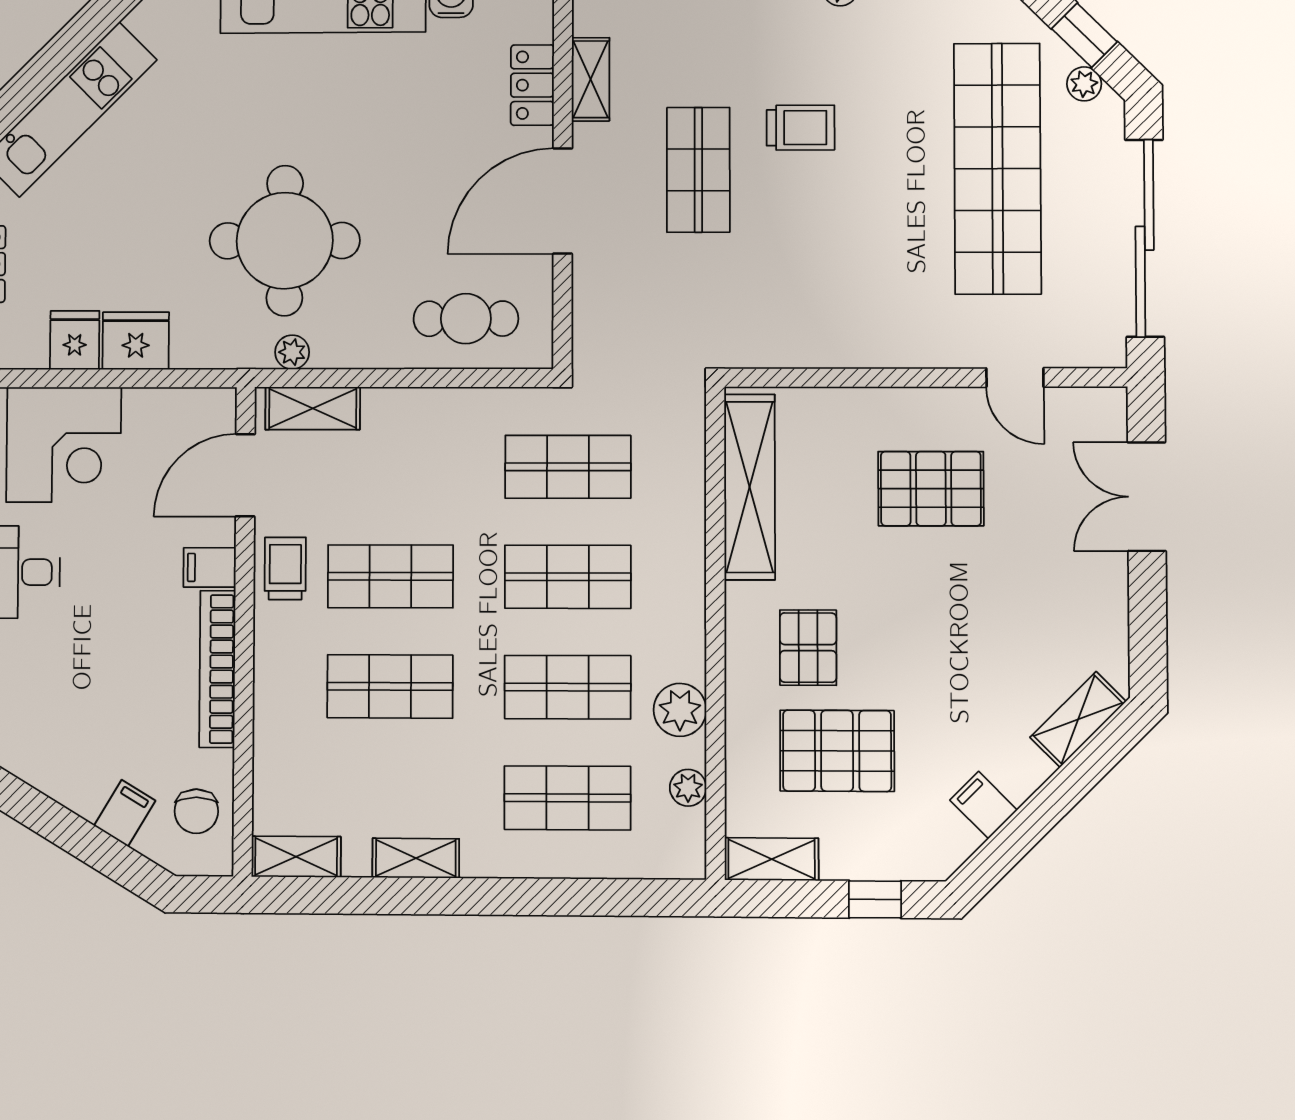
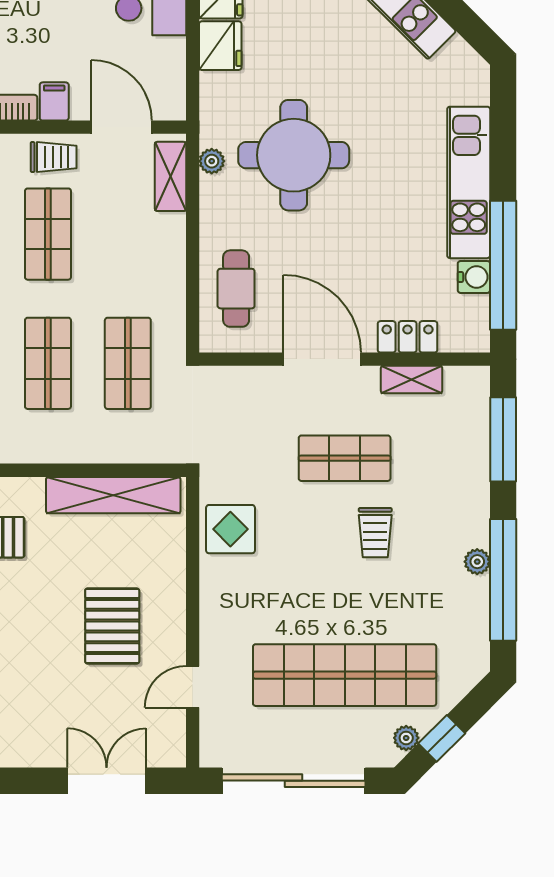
display table: (796, 326) -> (230, 529), added

